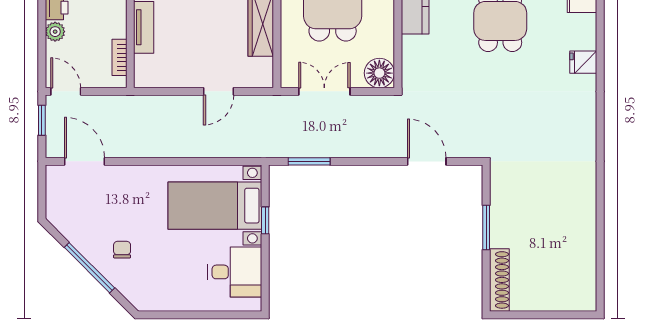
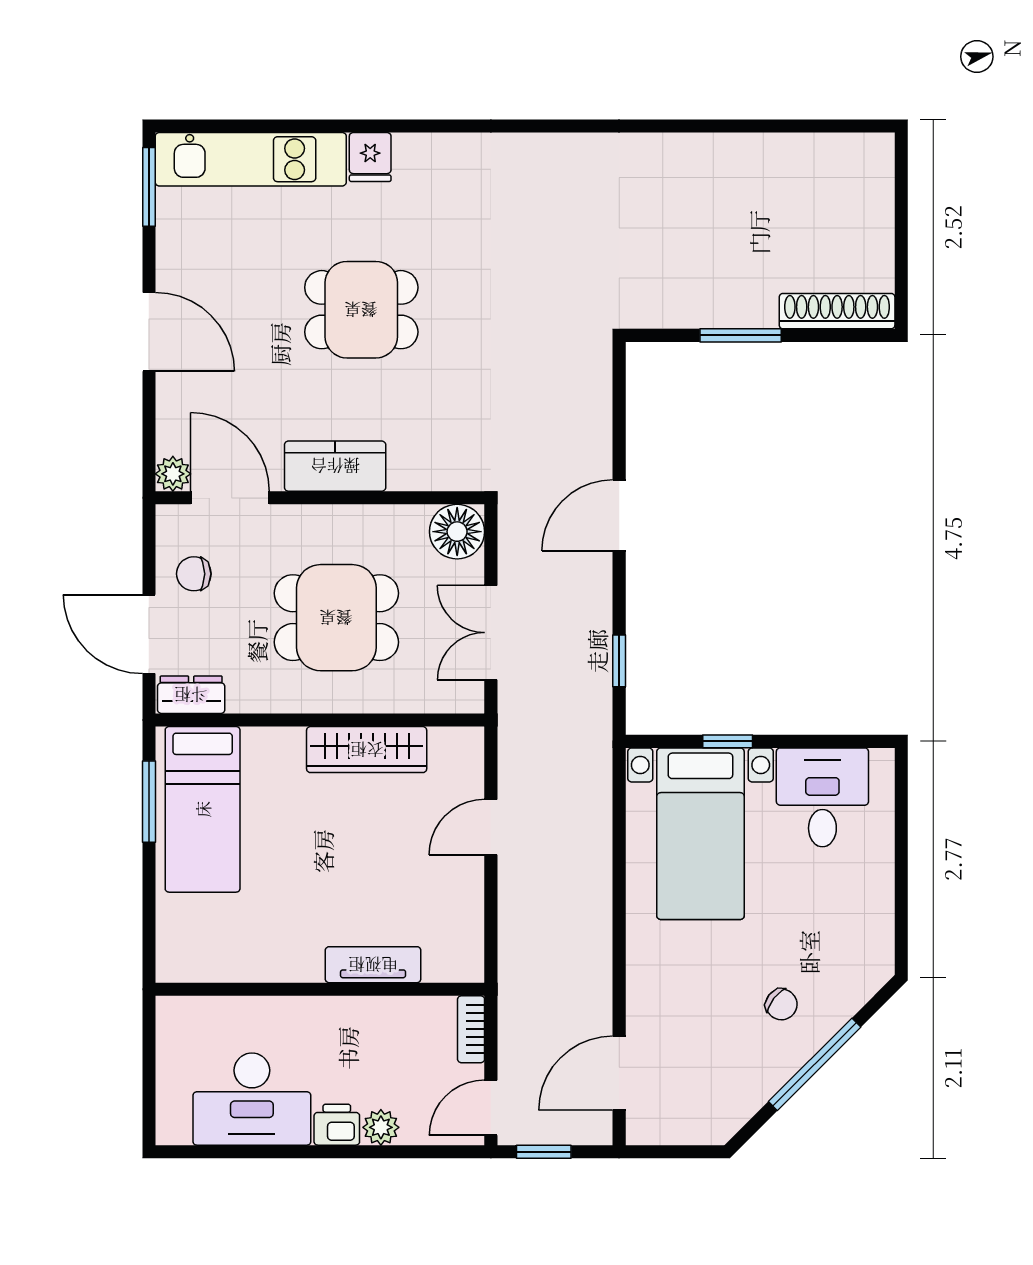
bookcase: (119, 57) -> (471, 1029), moved, turned 90
fridge: (583, 62) -> (370, 157), moved
door: (219, 91) -> (491, 827), swing flipped
window: (309, 161) -> (619, 661), width x0.67
door: (427, 161) -> (619, 515), moved
chair: (122, 250) -> (781, 1004), turned -142

